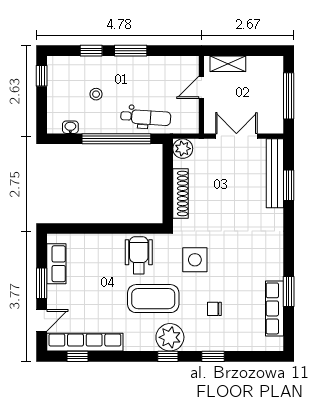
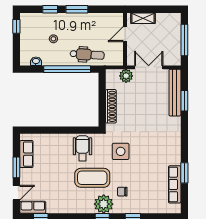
plant: (183, 149) -> (126, 76), moved
chair: (214, 309) -> (122, 192), moved
row of seats: (85, 342) -> (33, 207), width x0.50

